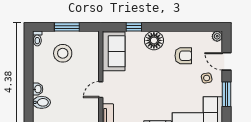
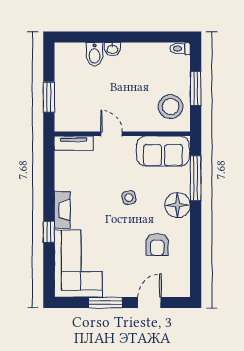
window: (134, 27) -> (196, 178), width x2.17
plant: (217, 36) -> (183, 290), removed
stool: (63, 53) -> (171, 107), moved
side table: (207, 78) -> (129, 198), moved

